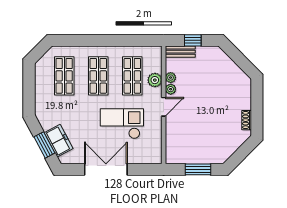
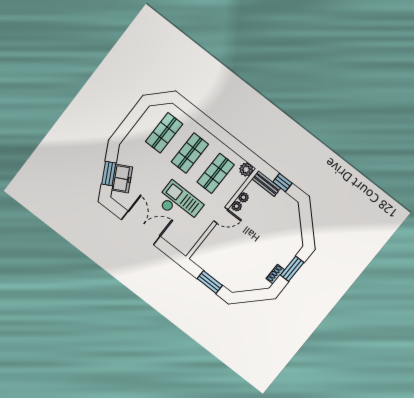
plant: (155, 80) -> (246, 170), moved
window: (257, 105) -> (292, 269), added

